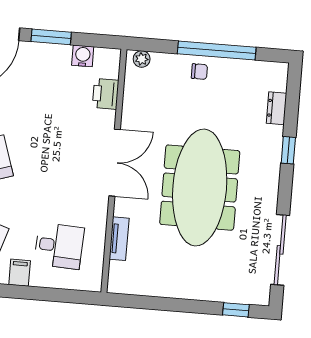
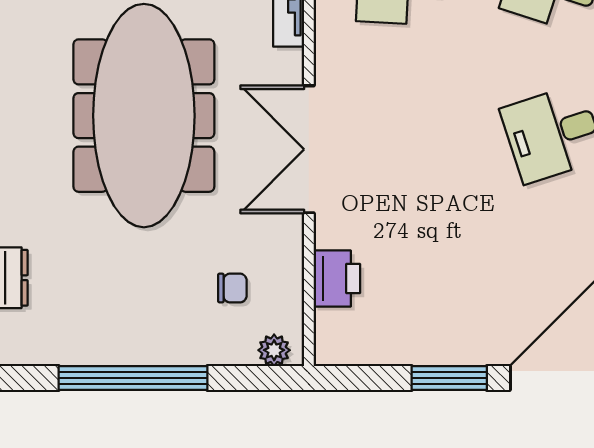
water cooler: (83, 56) -> (386, 347), removed
chair: (199, 72) -> (232, 288), moved, turned 180

